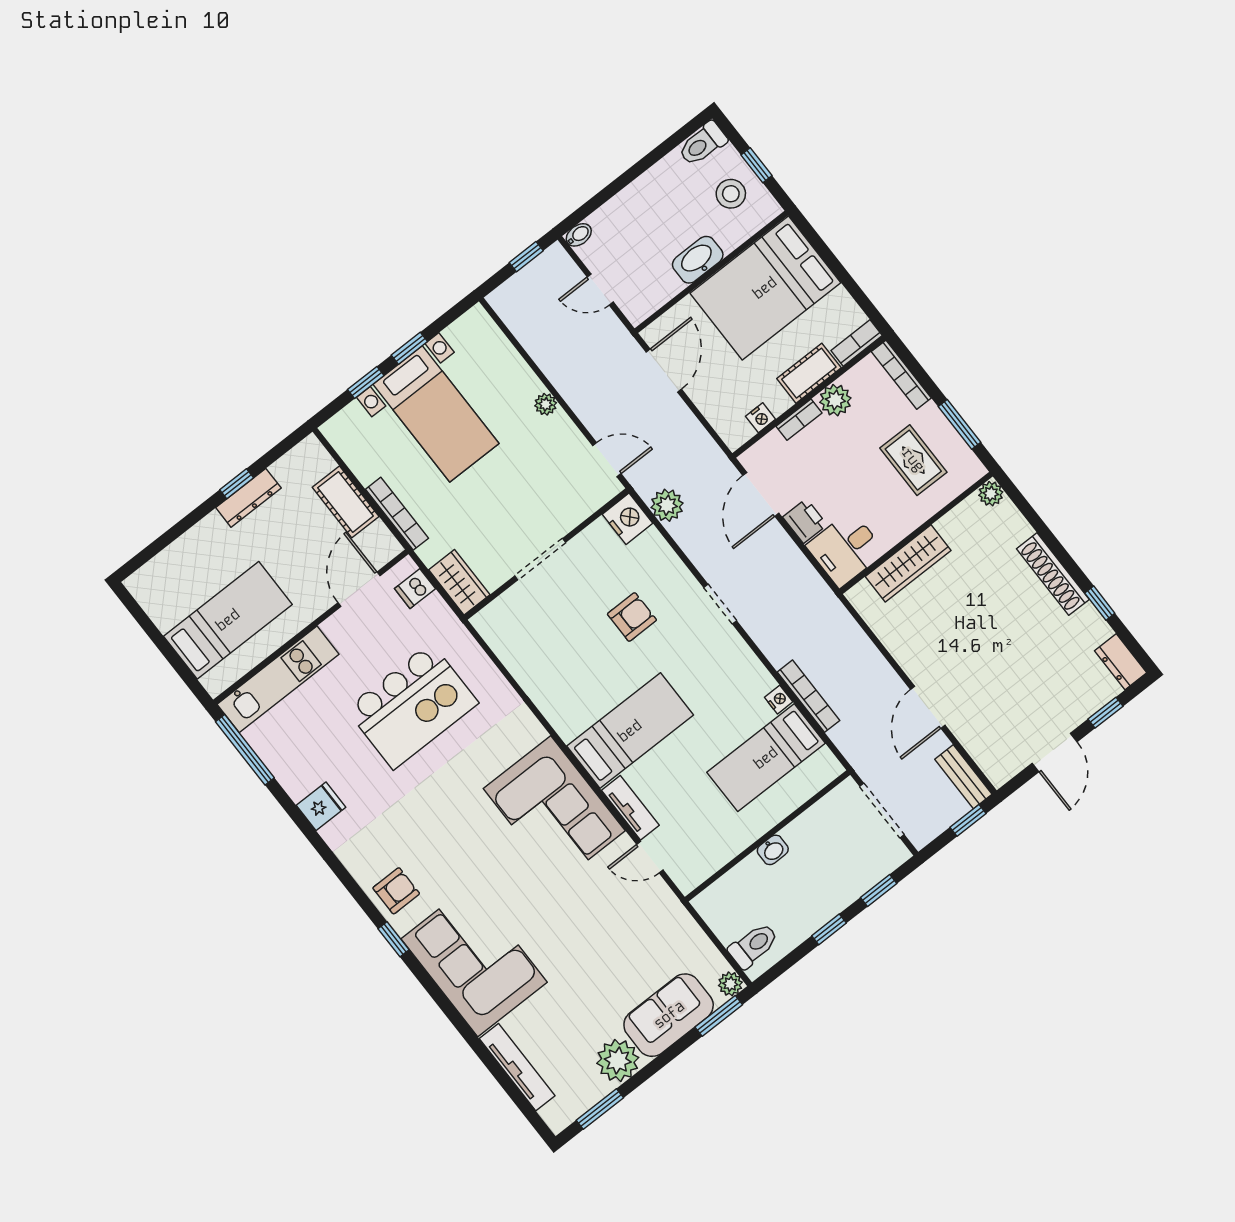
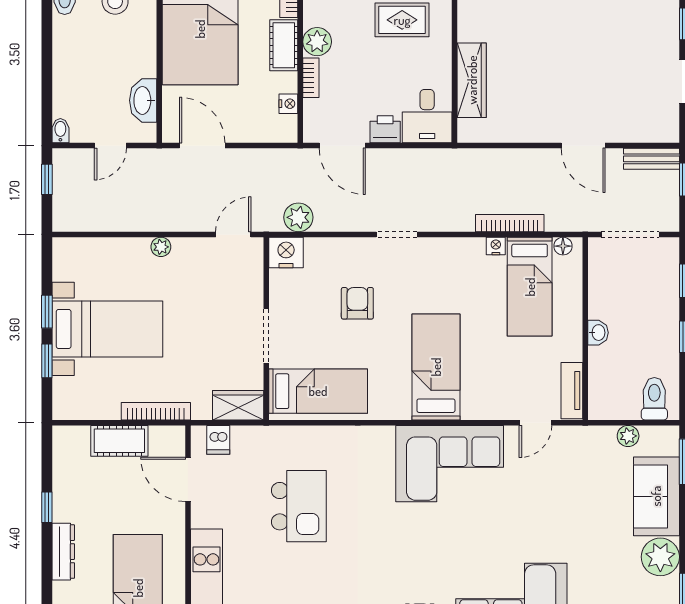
washbasin: (698, 260) -> (143, 100), moved
dresser: (248, 498) -> (63, 552), moved
bed: (527, 643) -> (318, 391), added
kitchen island: (412, 706) -> (299, 506), width x0.73, depth x0.78
floor lamp: (825, 759) -> (563, 246), added
tv unit: (630, 808) -> (572, 391), moved, turned -90
plant: (730, 984) -> (628, 436), moved

